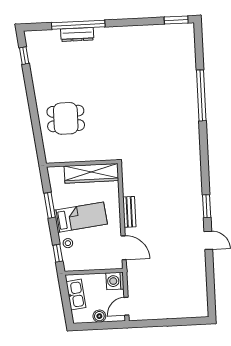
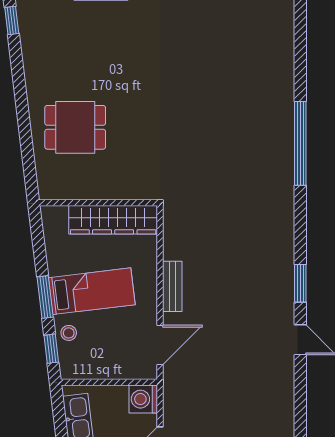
window: (201, 95) -> (300, 143), moved
window: (50, 205) -> (45, 297), moved
door: (124, 248) -> (160, 345), hinge flipped

